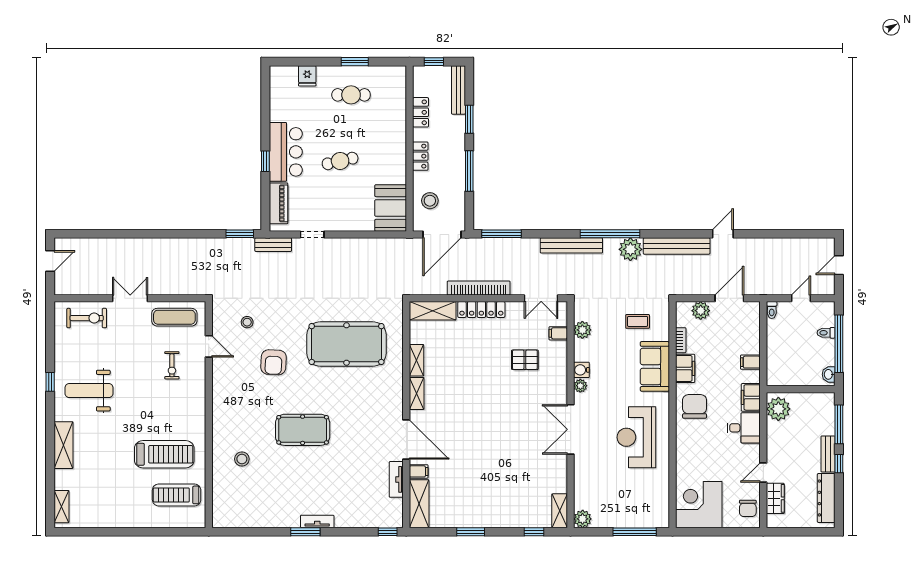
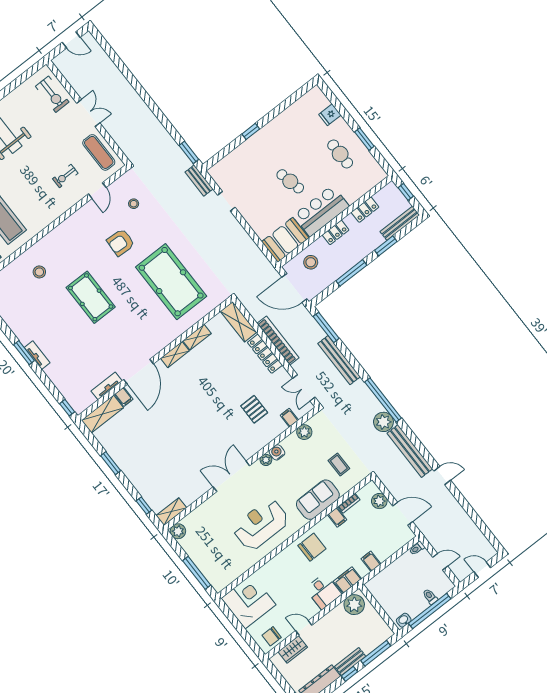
bar counter: (286, 152) -> (321, 211), moved, turned 180
piano: (278, 203) -> (230, 162), removed
bench: (571, 245) -> (339, 360), moved
filing cabinet: (685, 368) -> (337, 517), width x0.50

